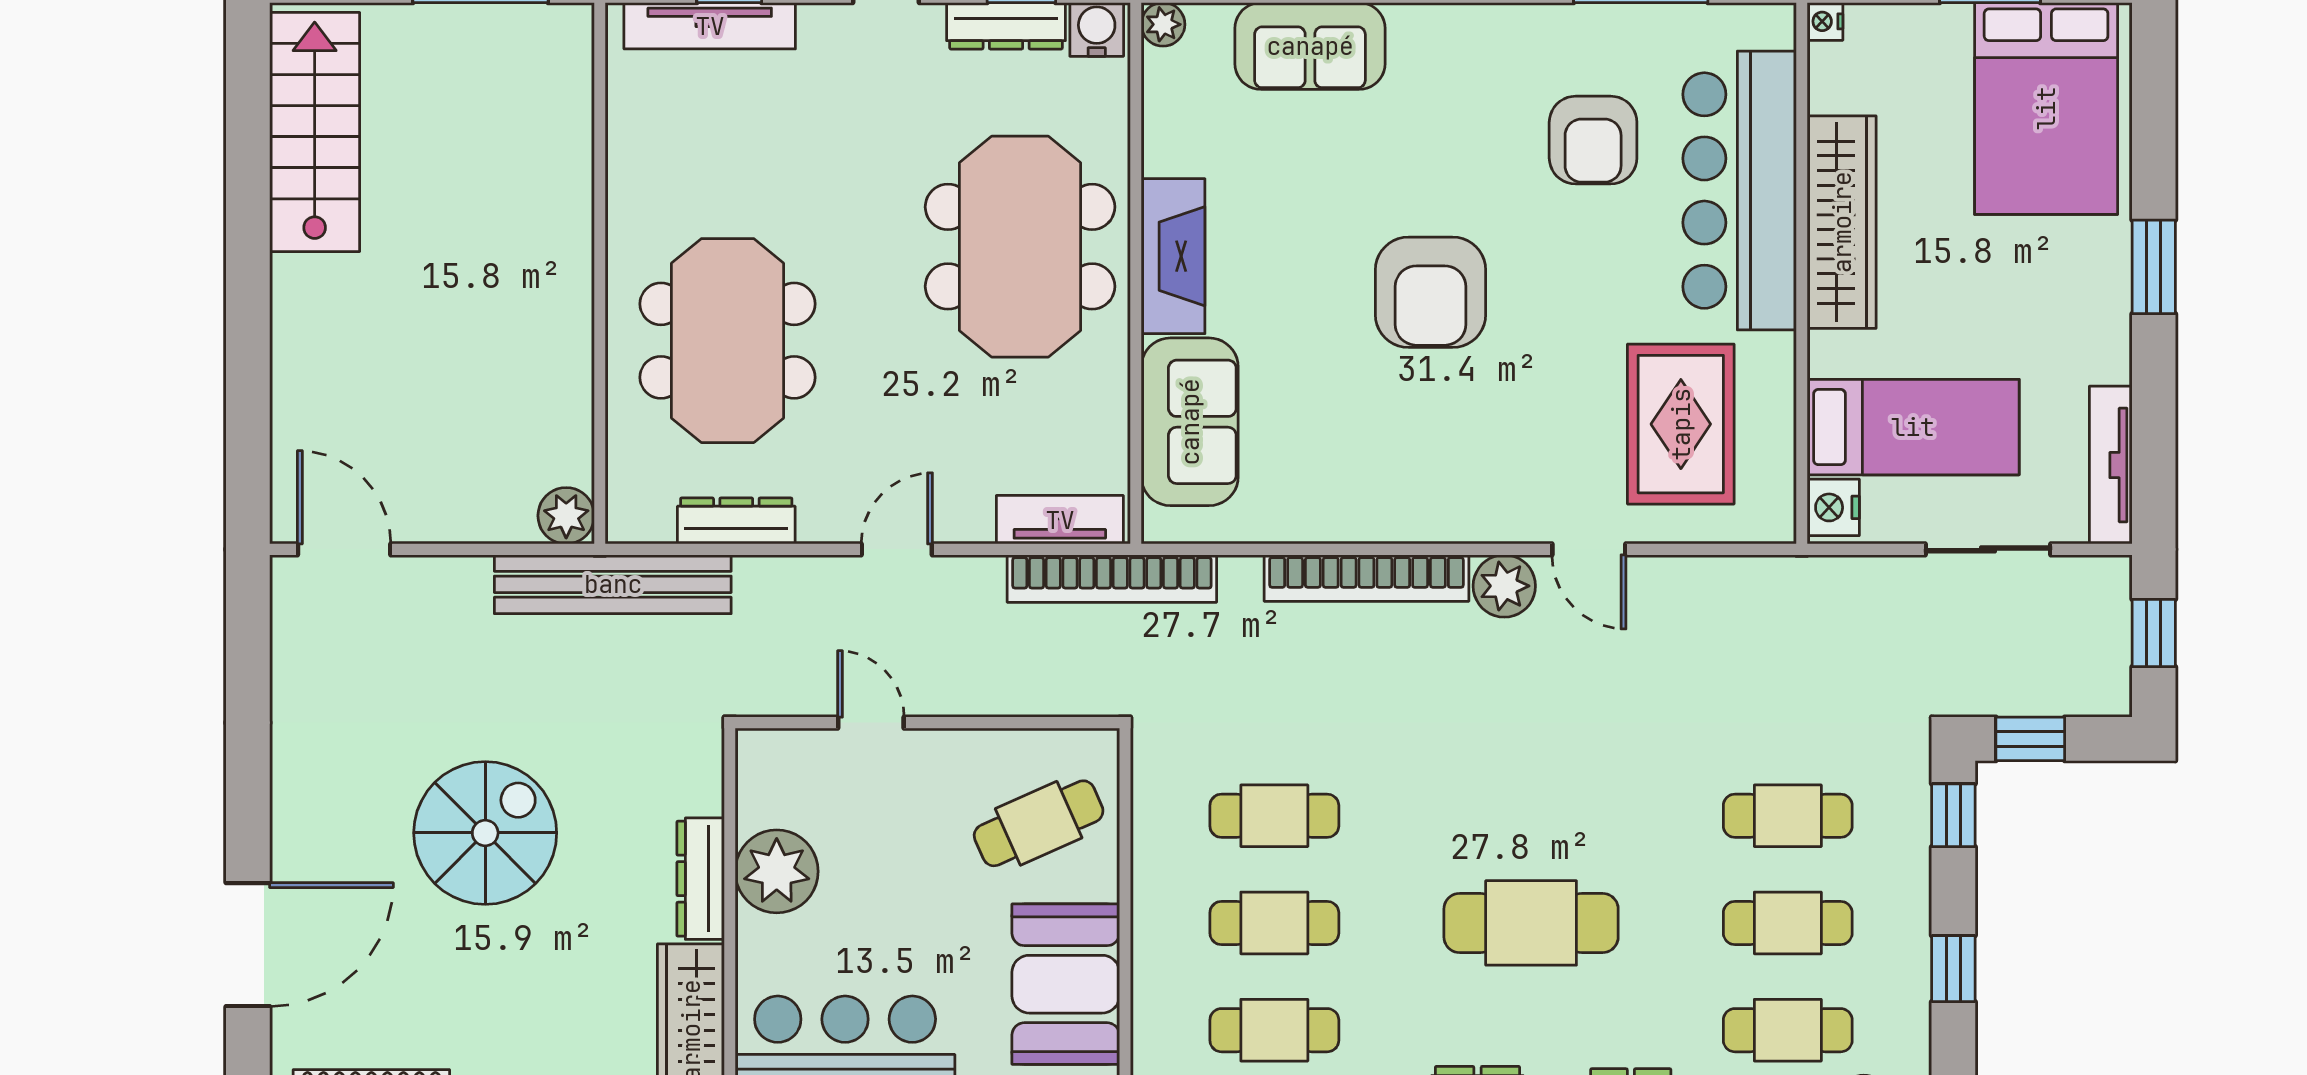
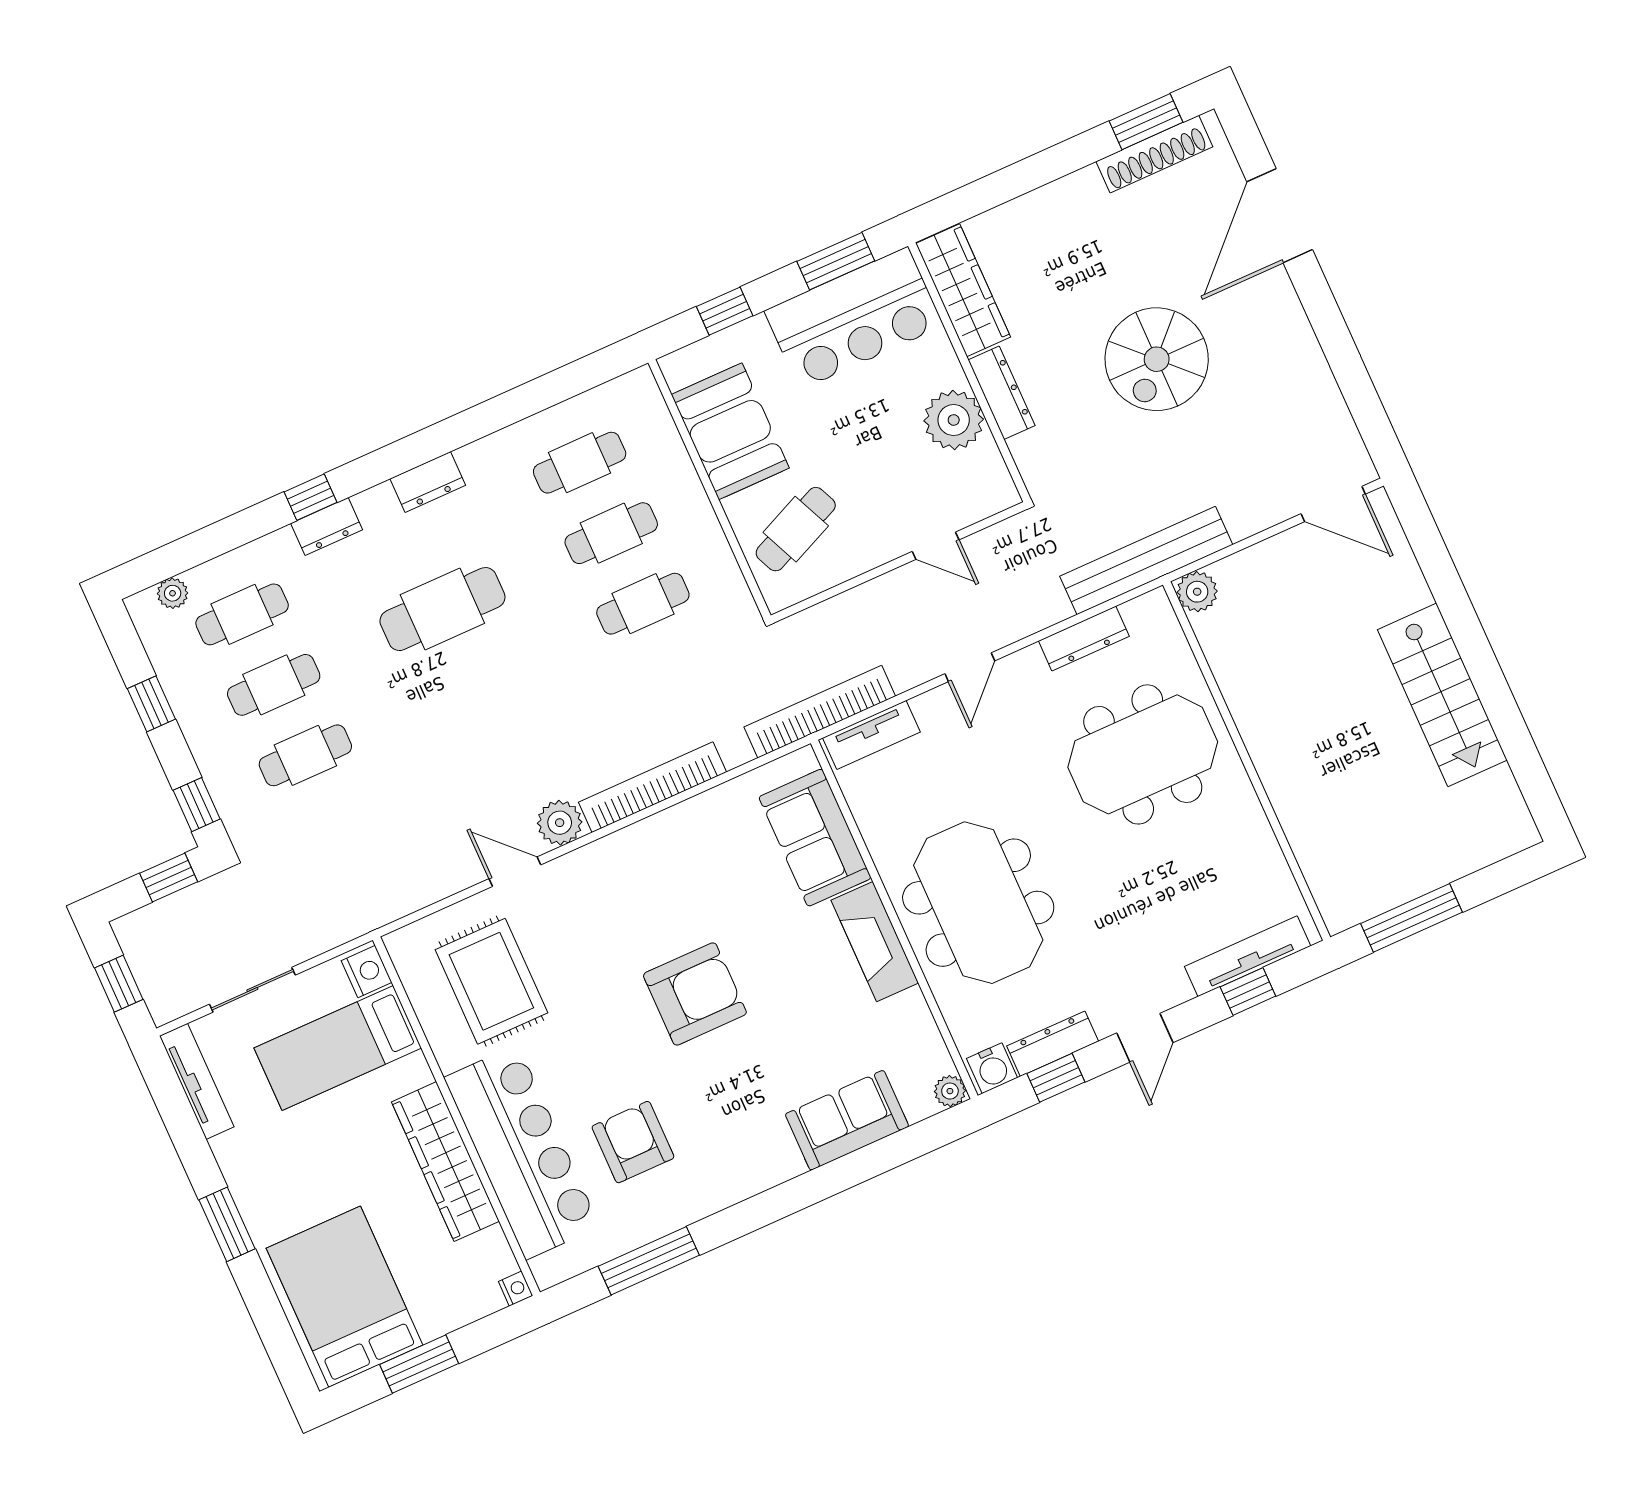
stairs: (315, 132) -> (1442, 695), moved
armchair: (1431, 292) -> (695, 994), turned 90
meeting table: (728, 341) -> (1143, 754), turned 90

